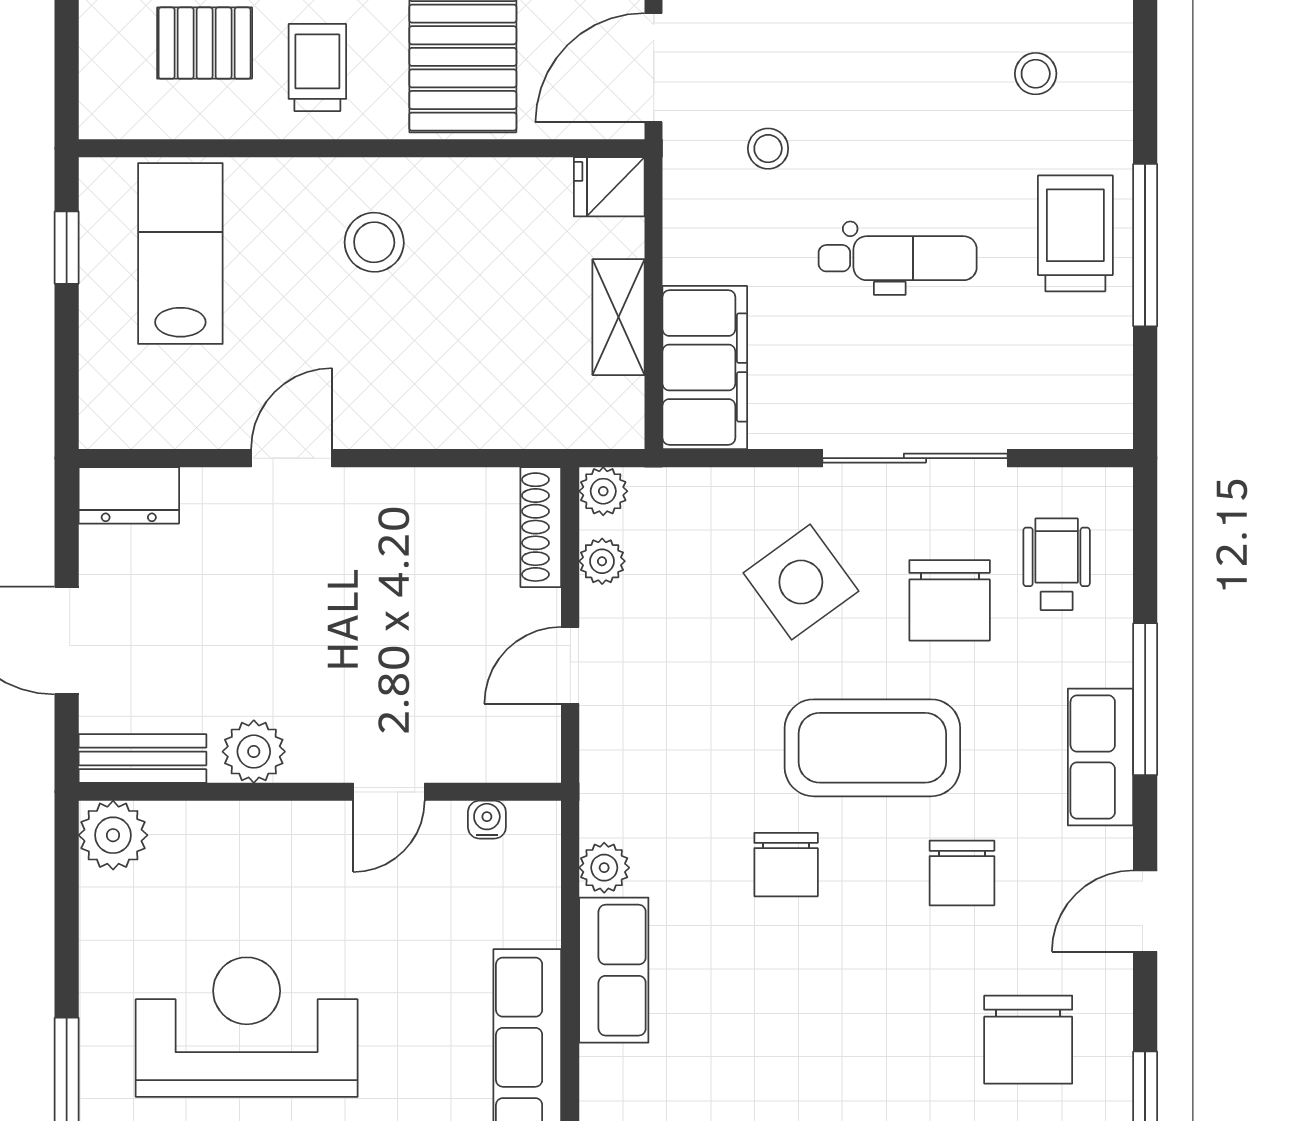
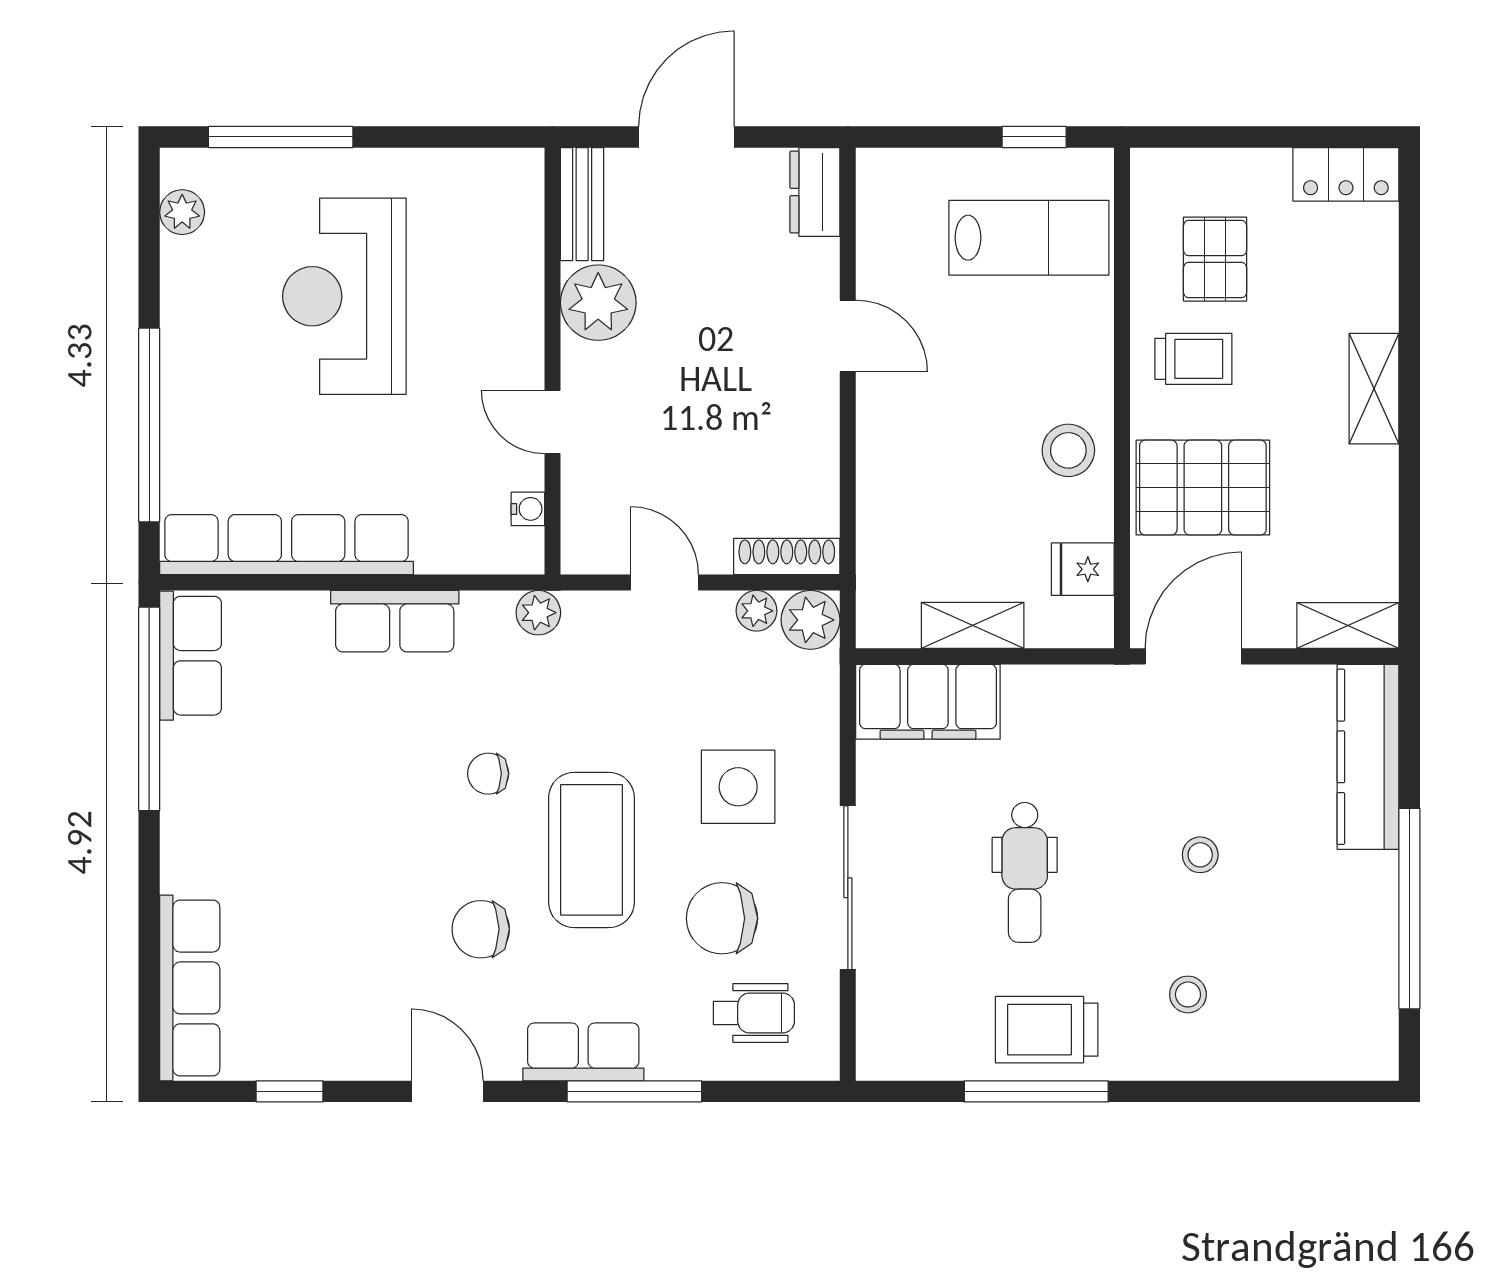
door: (654, 68) -> (1193, 656), hinge flipped
stool: (768, 149) -> (1200, 855), moved
fridge: (609, 187) -> (1083, 569), moved, turned -90
trolley: (1075, 233) -> (1047, 1030), turned 180
stool: (374, 242) -> (1068, 450), moved
plant: (603, 491) -> (810, 620), width x1.38, depth x1.38
side table: (801, 582) -> (738, 787), turned 36
plant: (254, 752) -> (598, 303), width x1.36, depth x1.36
plant: (113, 835) -> (514, 178), removed
chair: (786, 865) -> (488, 774), width x0.73, depth x0.73
plant: (604, 868) -> (538, 613), moved
reception desk: (247, 1027) -> (344, 296), turned 180
chair: (1028, 1040) -> (333, 988), removed

